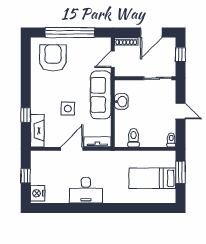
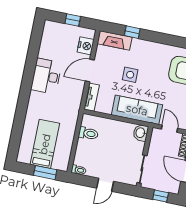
washbasin: (121, 102) -> (141, 133), moved, turned 90
door: (72, 149) -> (90, 71), swing flipped
nightstand: (38, 193) -> (86, 46), moved, turned 90

